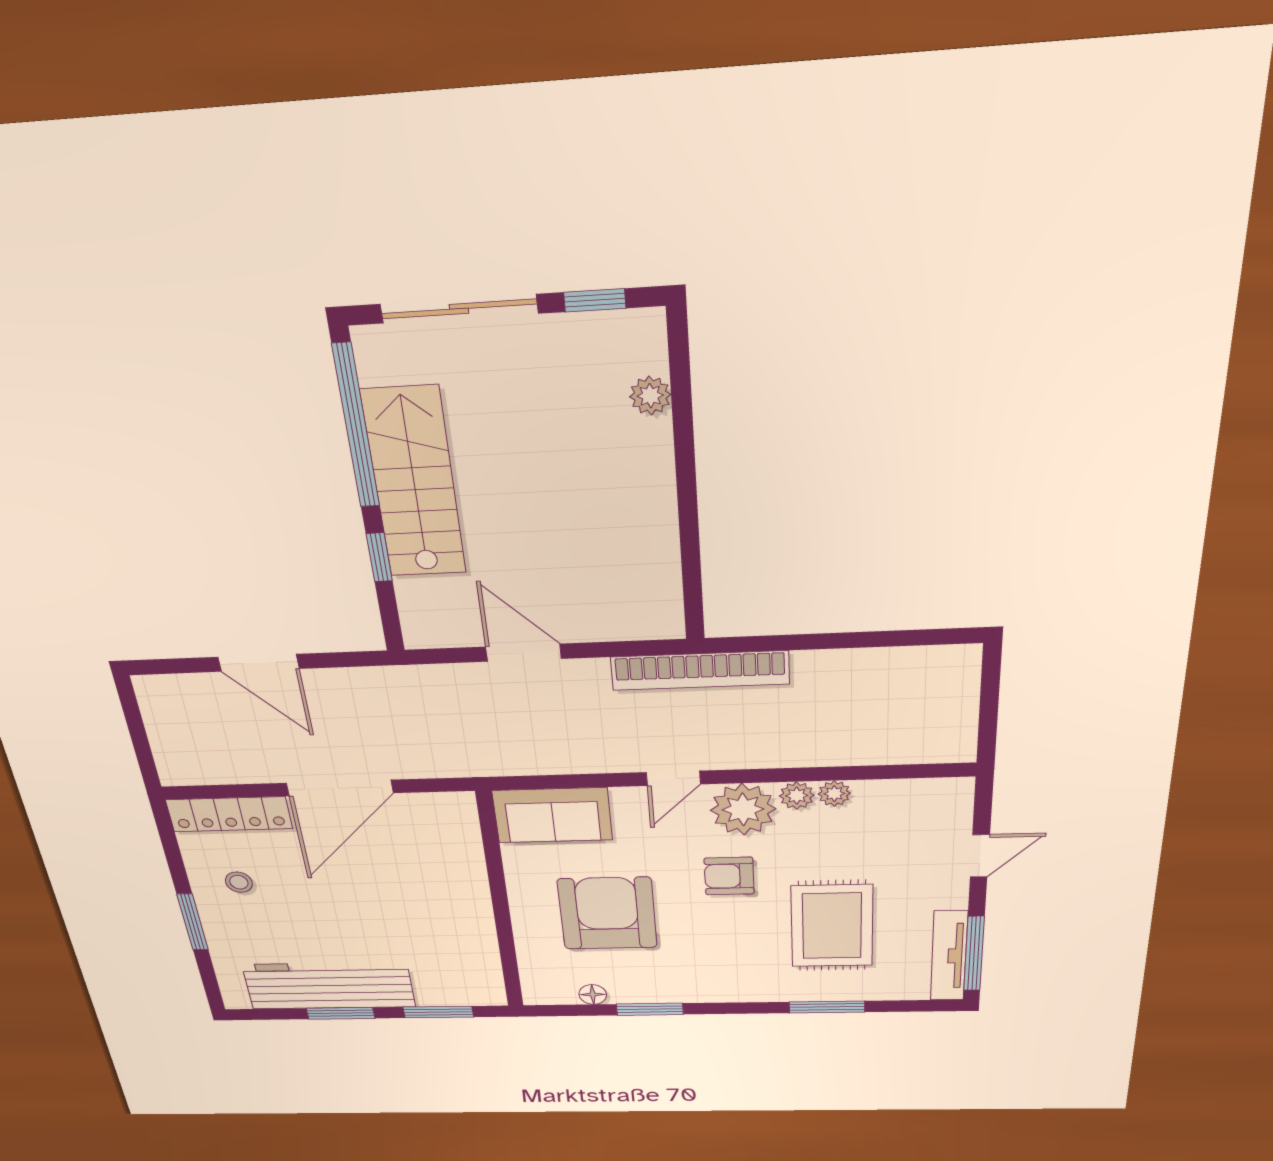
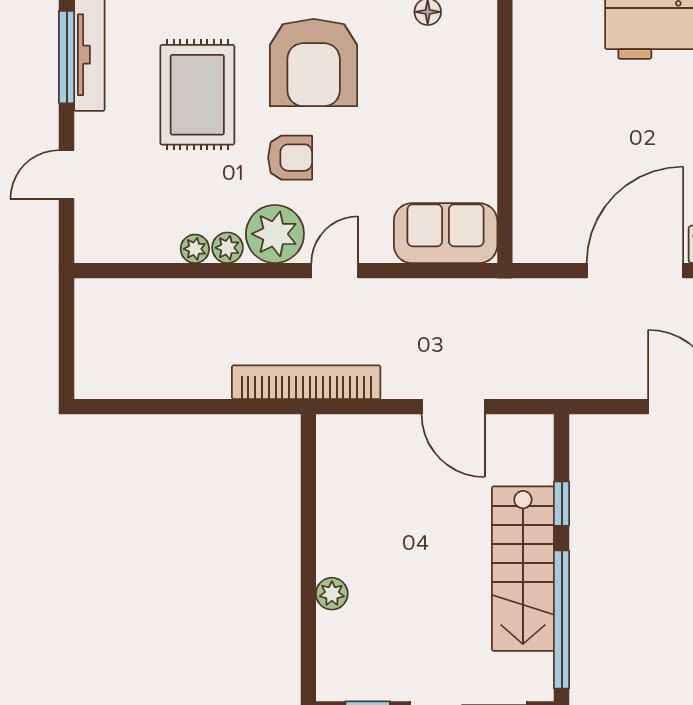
plant: (650, 396) -> (332, 594), moved
armchair: (607, 913) -> (314, 62), moved

